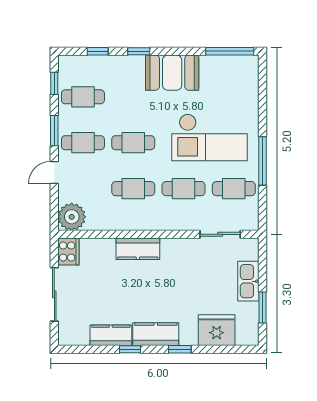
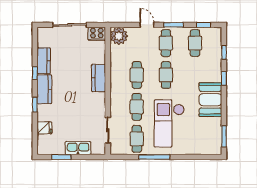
window: (230, 51) -> (224, 136), width x0.69
fridge: (217, 330) -> (44, 128), width x0.53, depth x0.75

